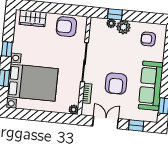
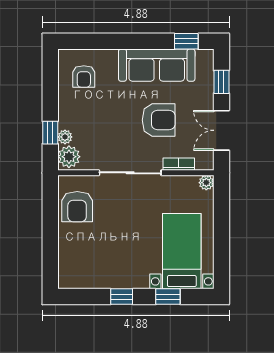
wardrobe: (33, 18) -> (69, 261), removed
plant: (123, 27) -> (69, 157), moved
bed with nightstands: (33, 83) -> (182, 251), width x0.73

